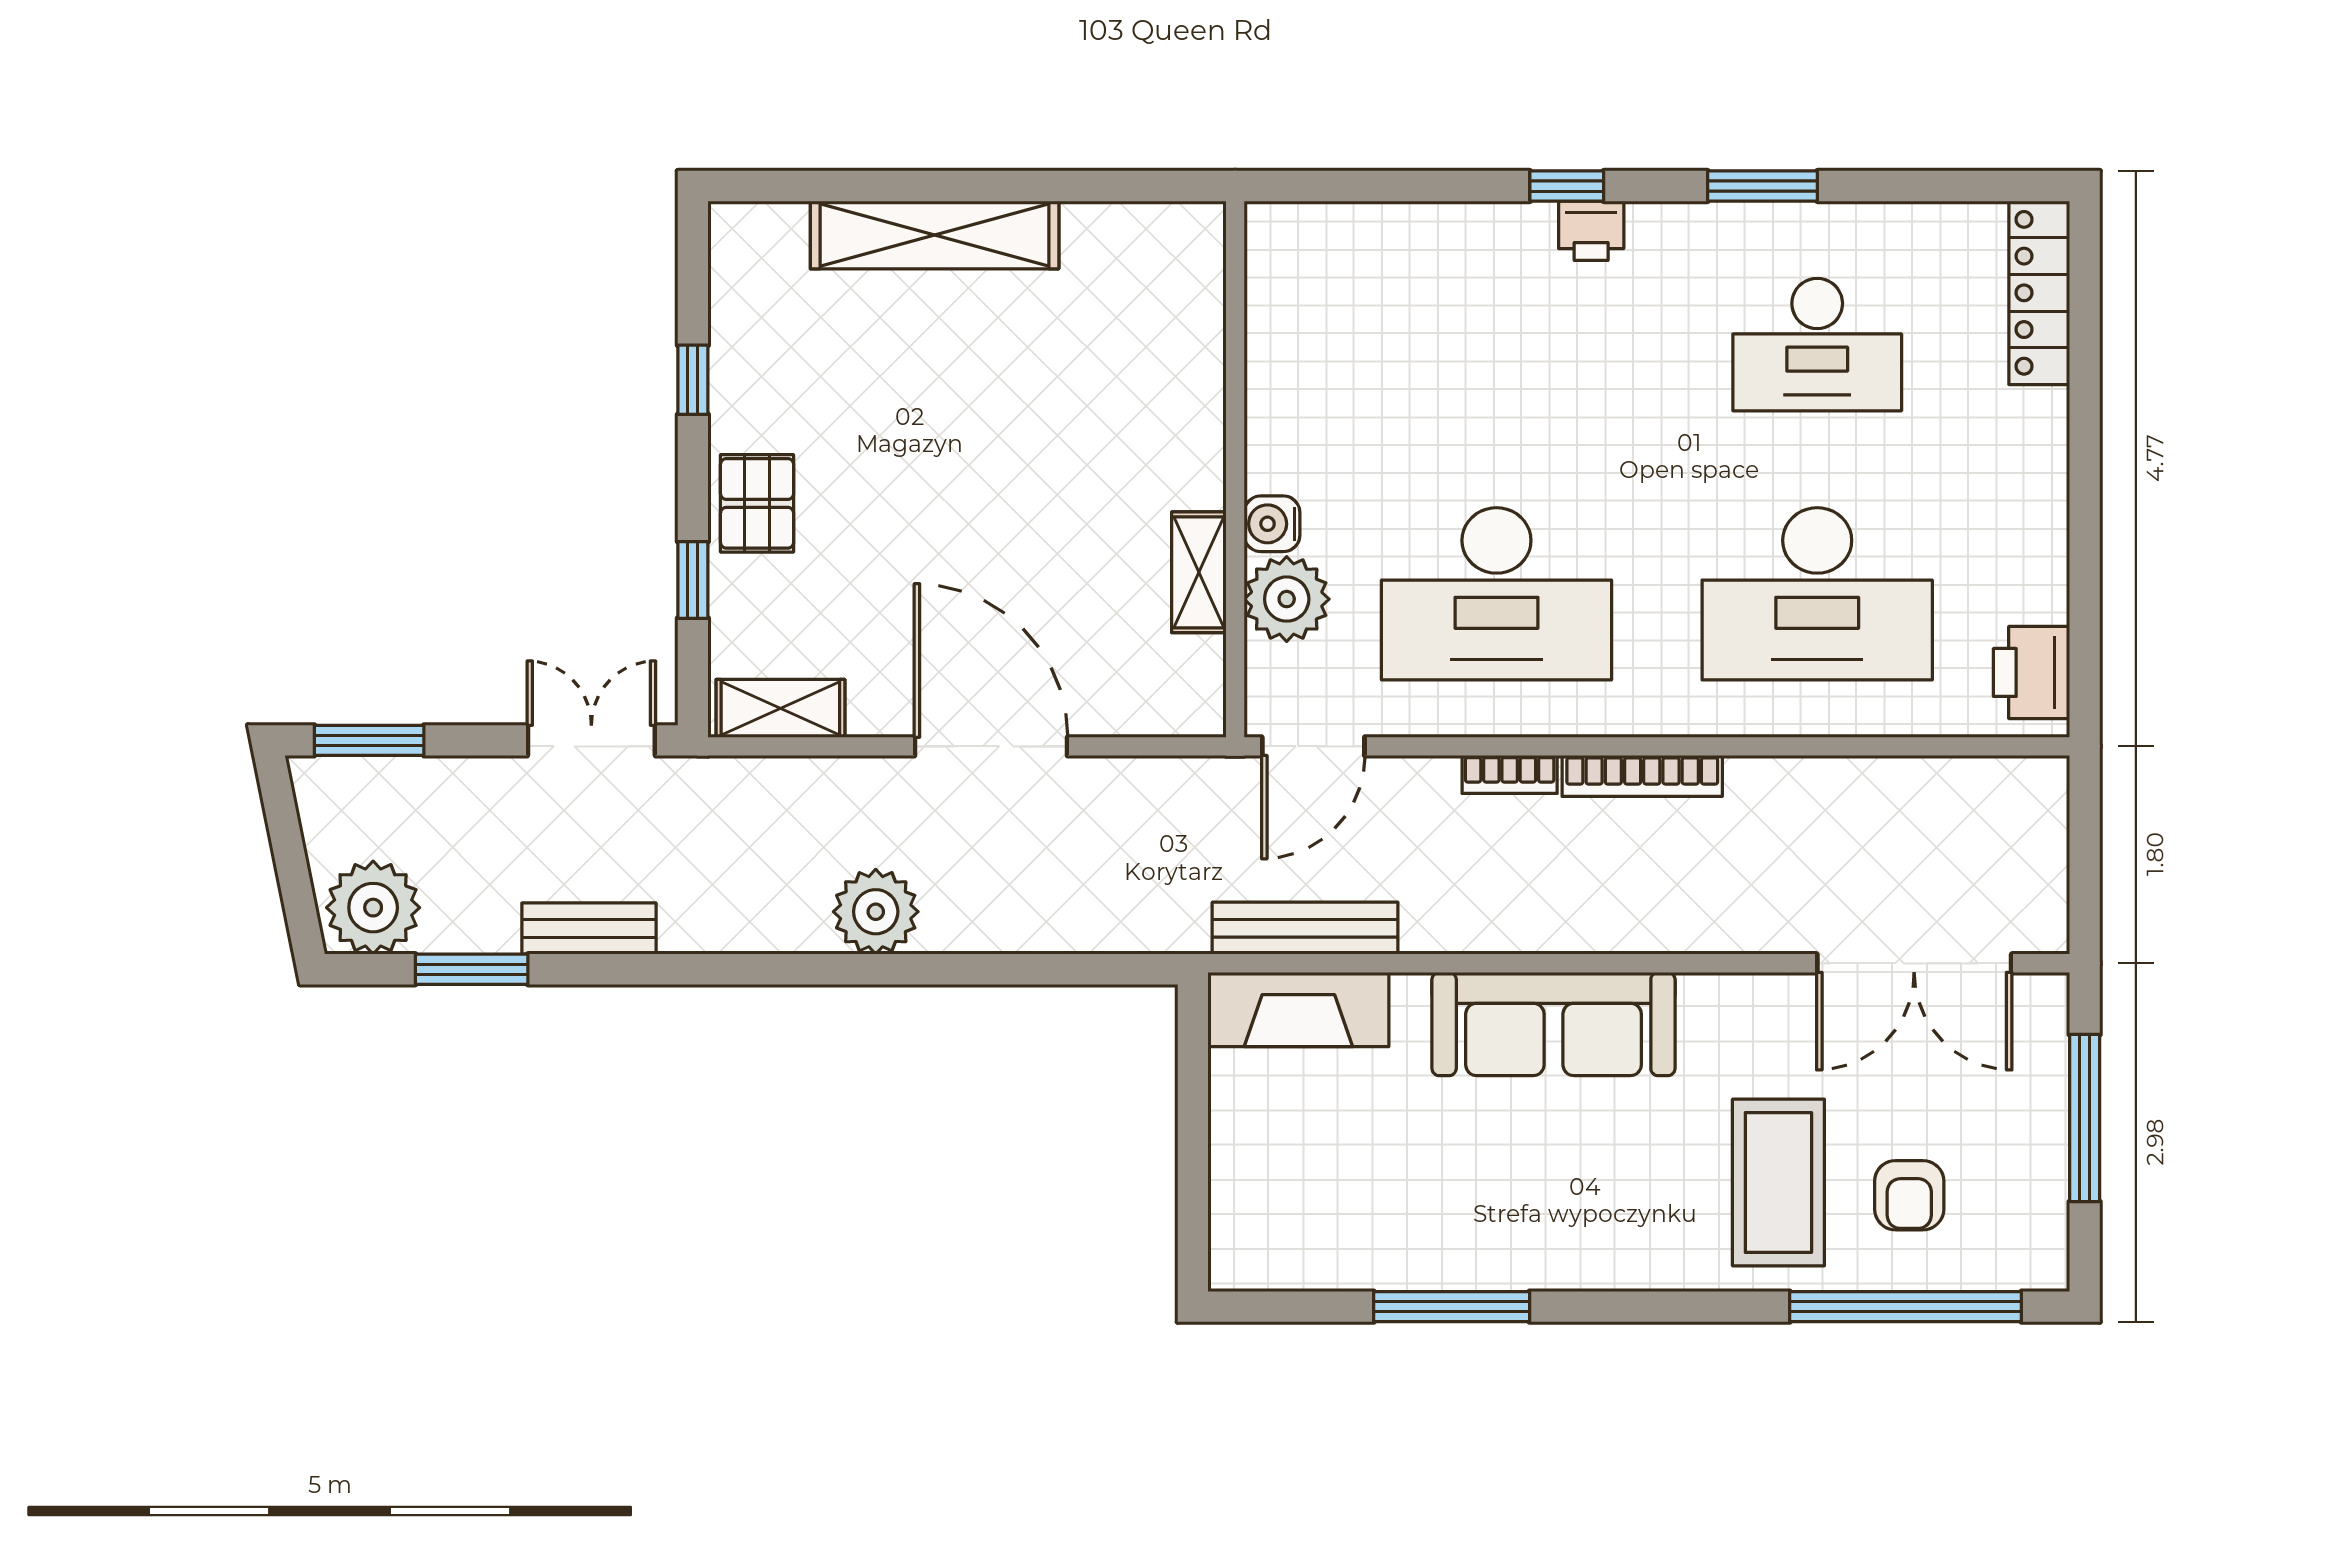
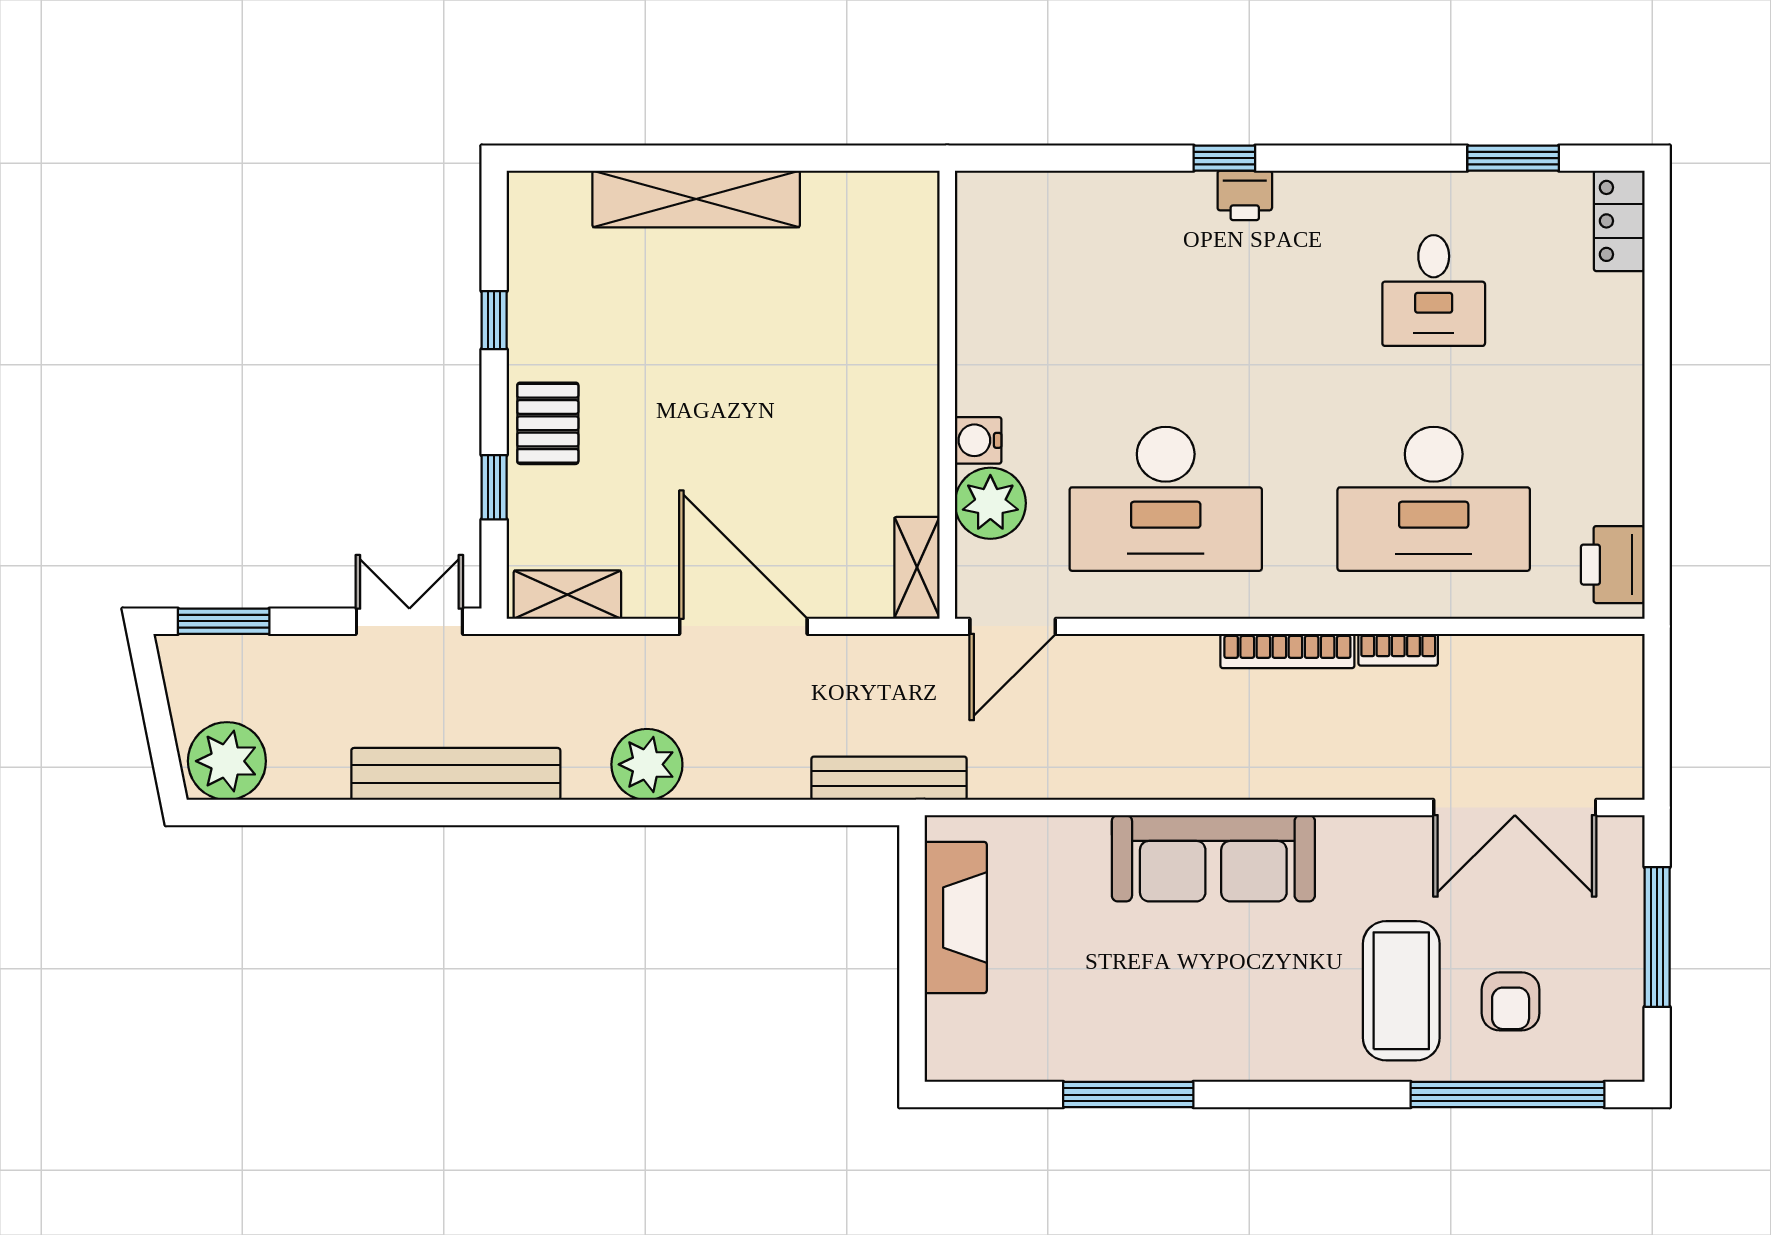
window: (1763, 186) -> (1513, 158), moved
locker: (2039, 293) -> (1619, 221), width x0.66
desk: (1817, 345) -> (1434, 291), width x0.73
shelving: (1199, 572) -> (917, 567), moved
bookcase: (1510, 774) -> (1398, 650), moved
bench: (1305, 928) -> (889, 778), moved
bench: (589, 929) -> (456, 774), width x1.86, depth x1.21
window: (472, 969) -> (309, 813), removed
fireplace: (1298, 1009) -> (956, 917), moved, turned -90

